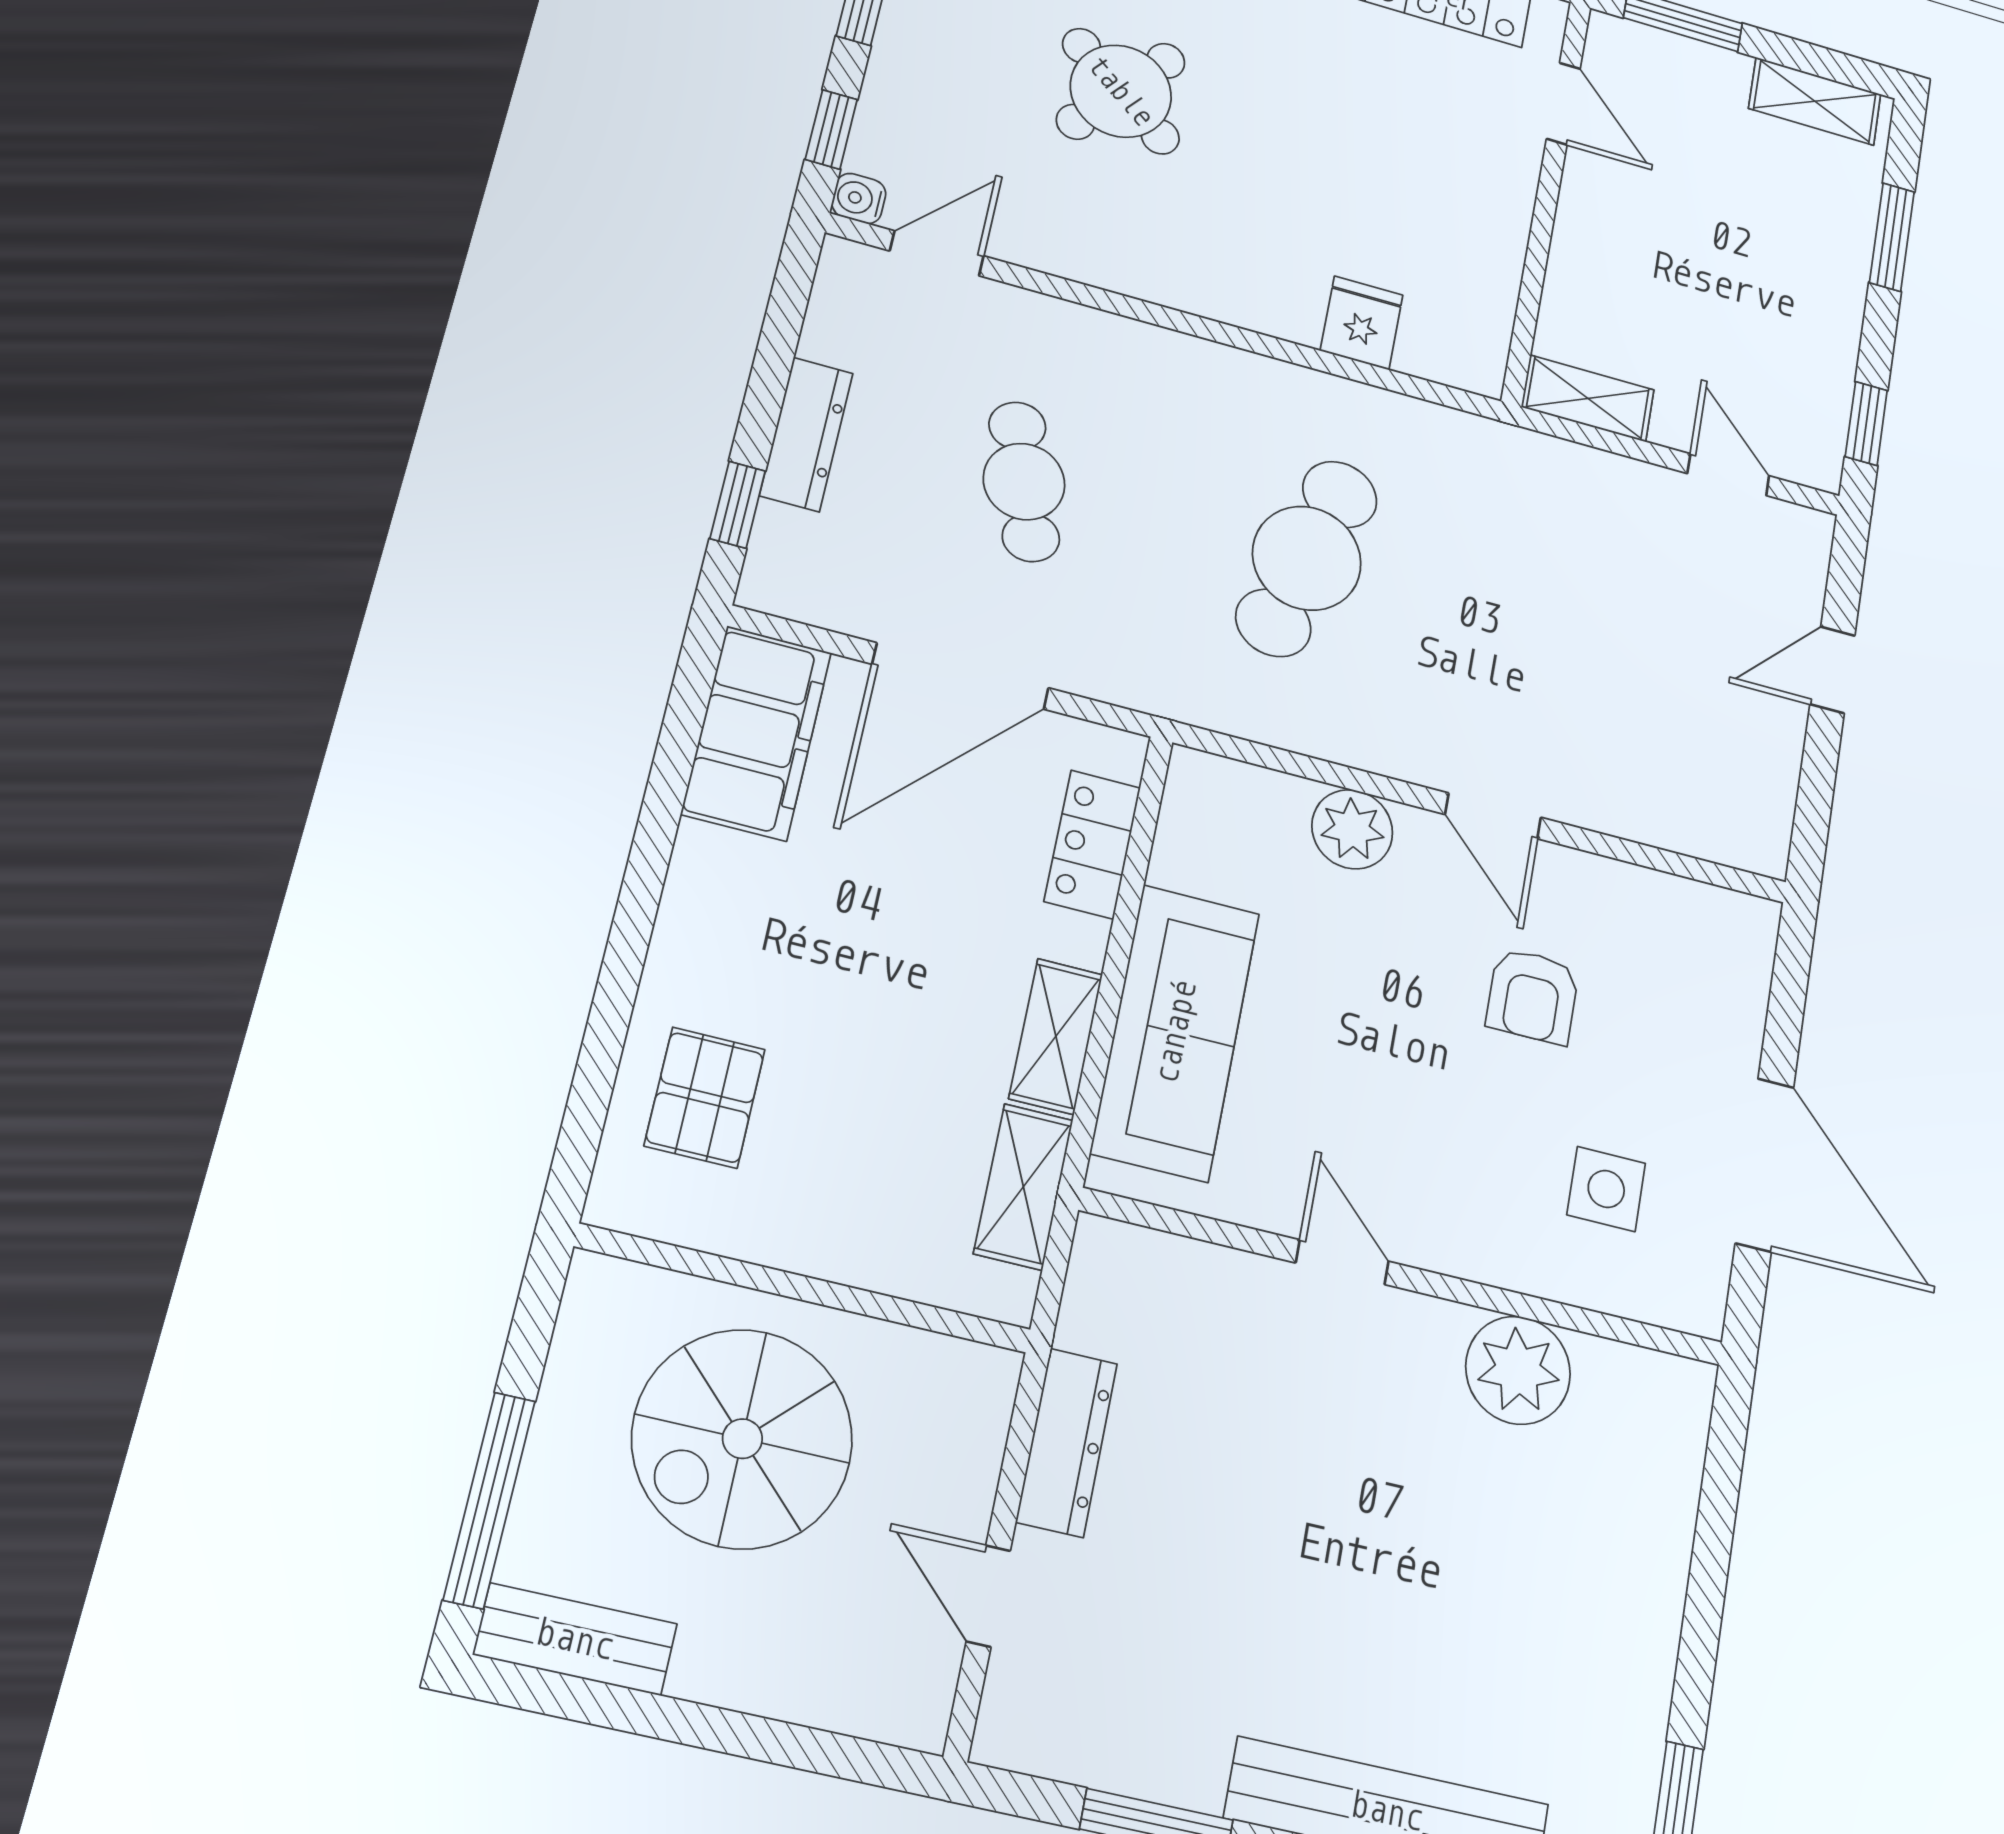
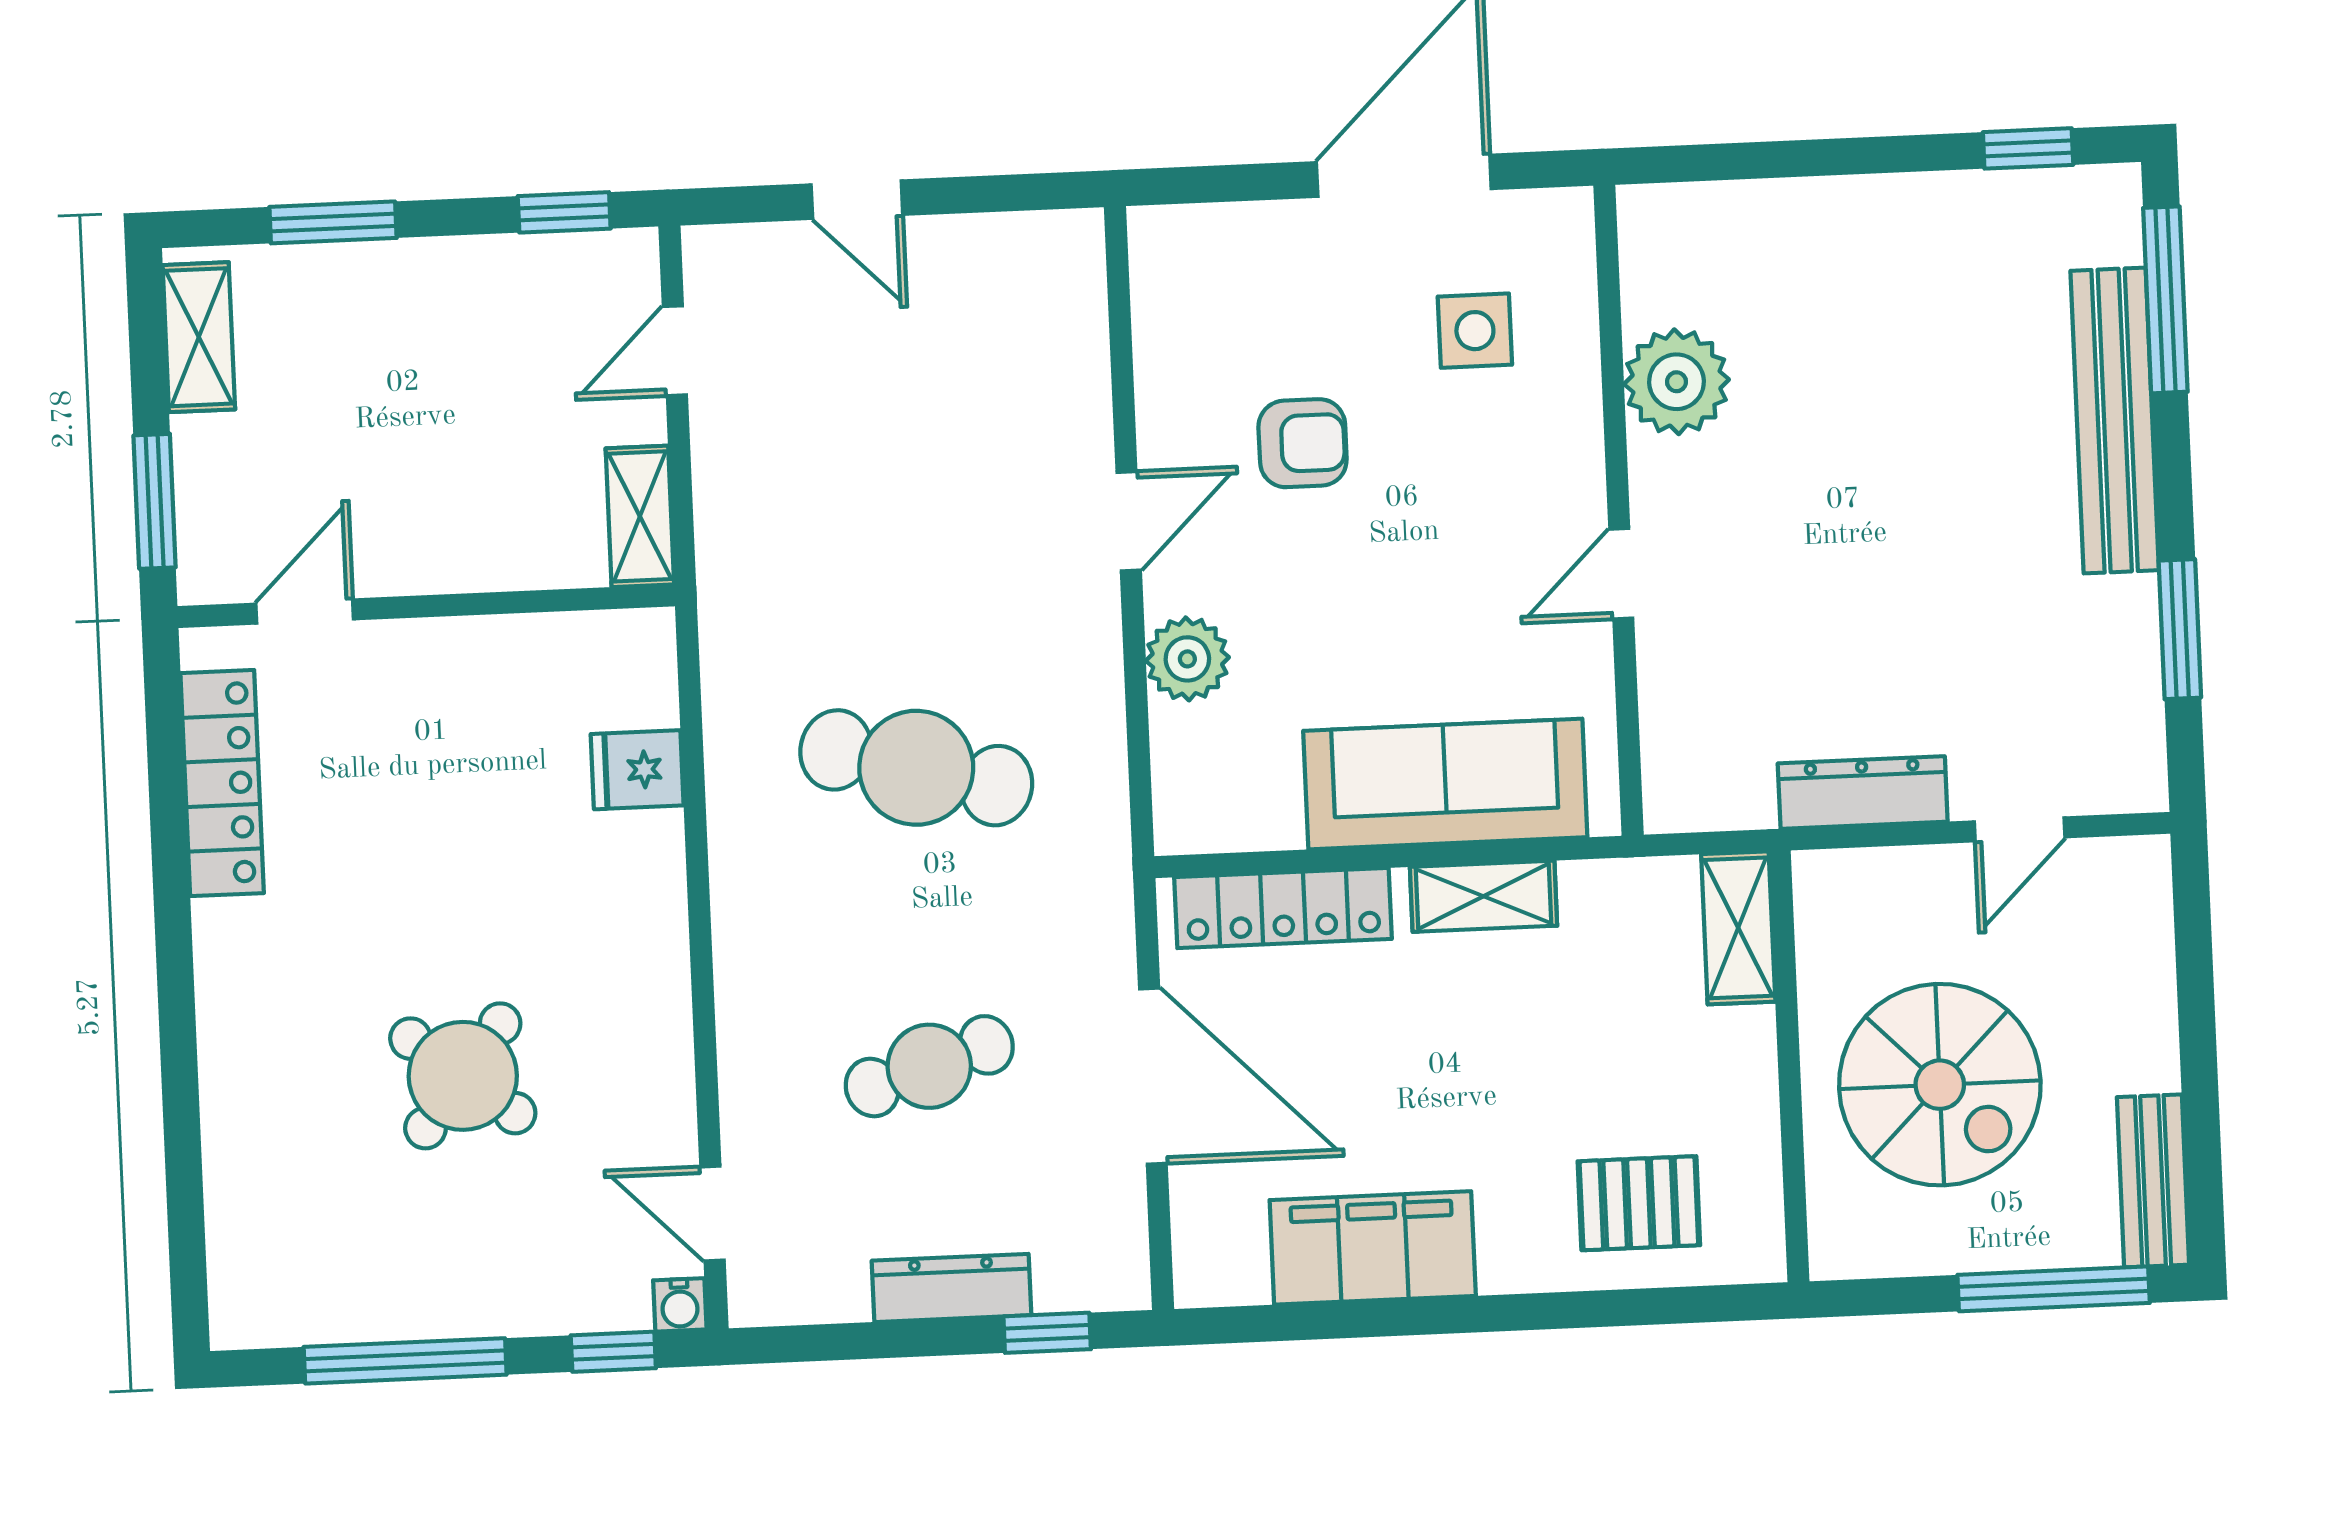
filing cabinet: (757, 733) -> (1373, 1248), moved
locker: (1092, 844) -> (1283, 908), width x1.53
shelving: (1023, 1187) -> (1738, 928), moved, turned 90

